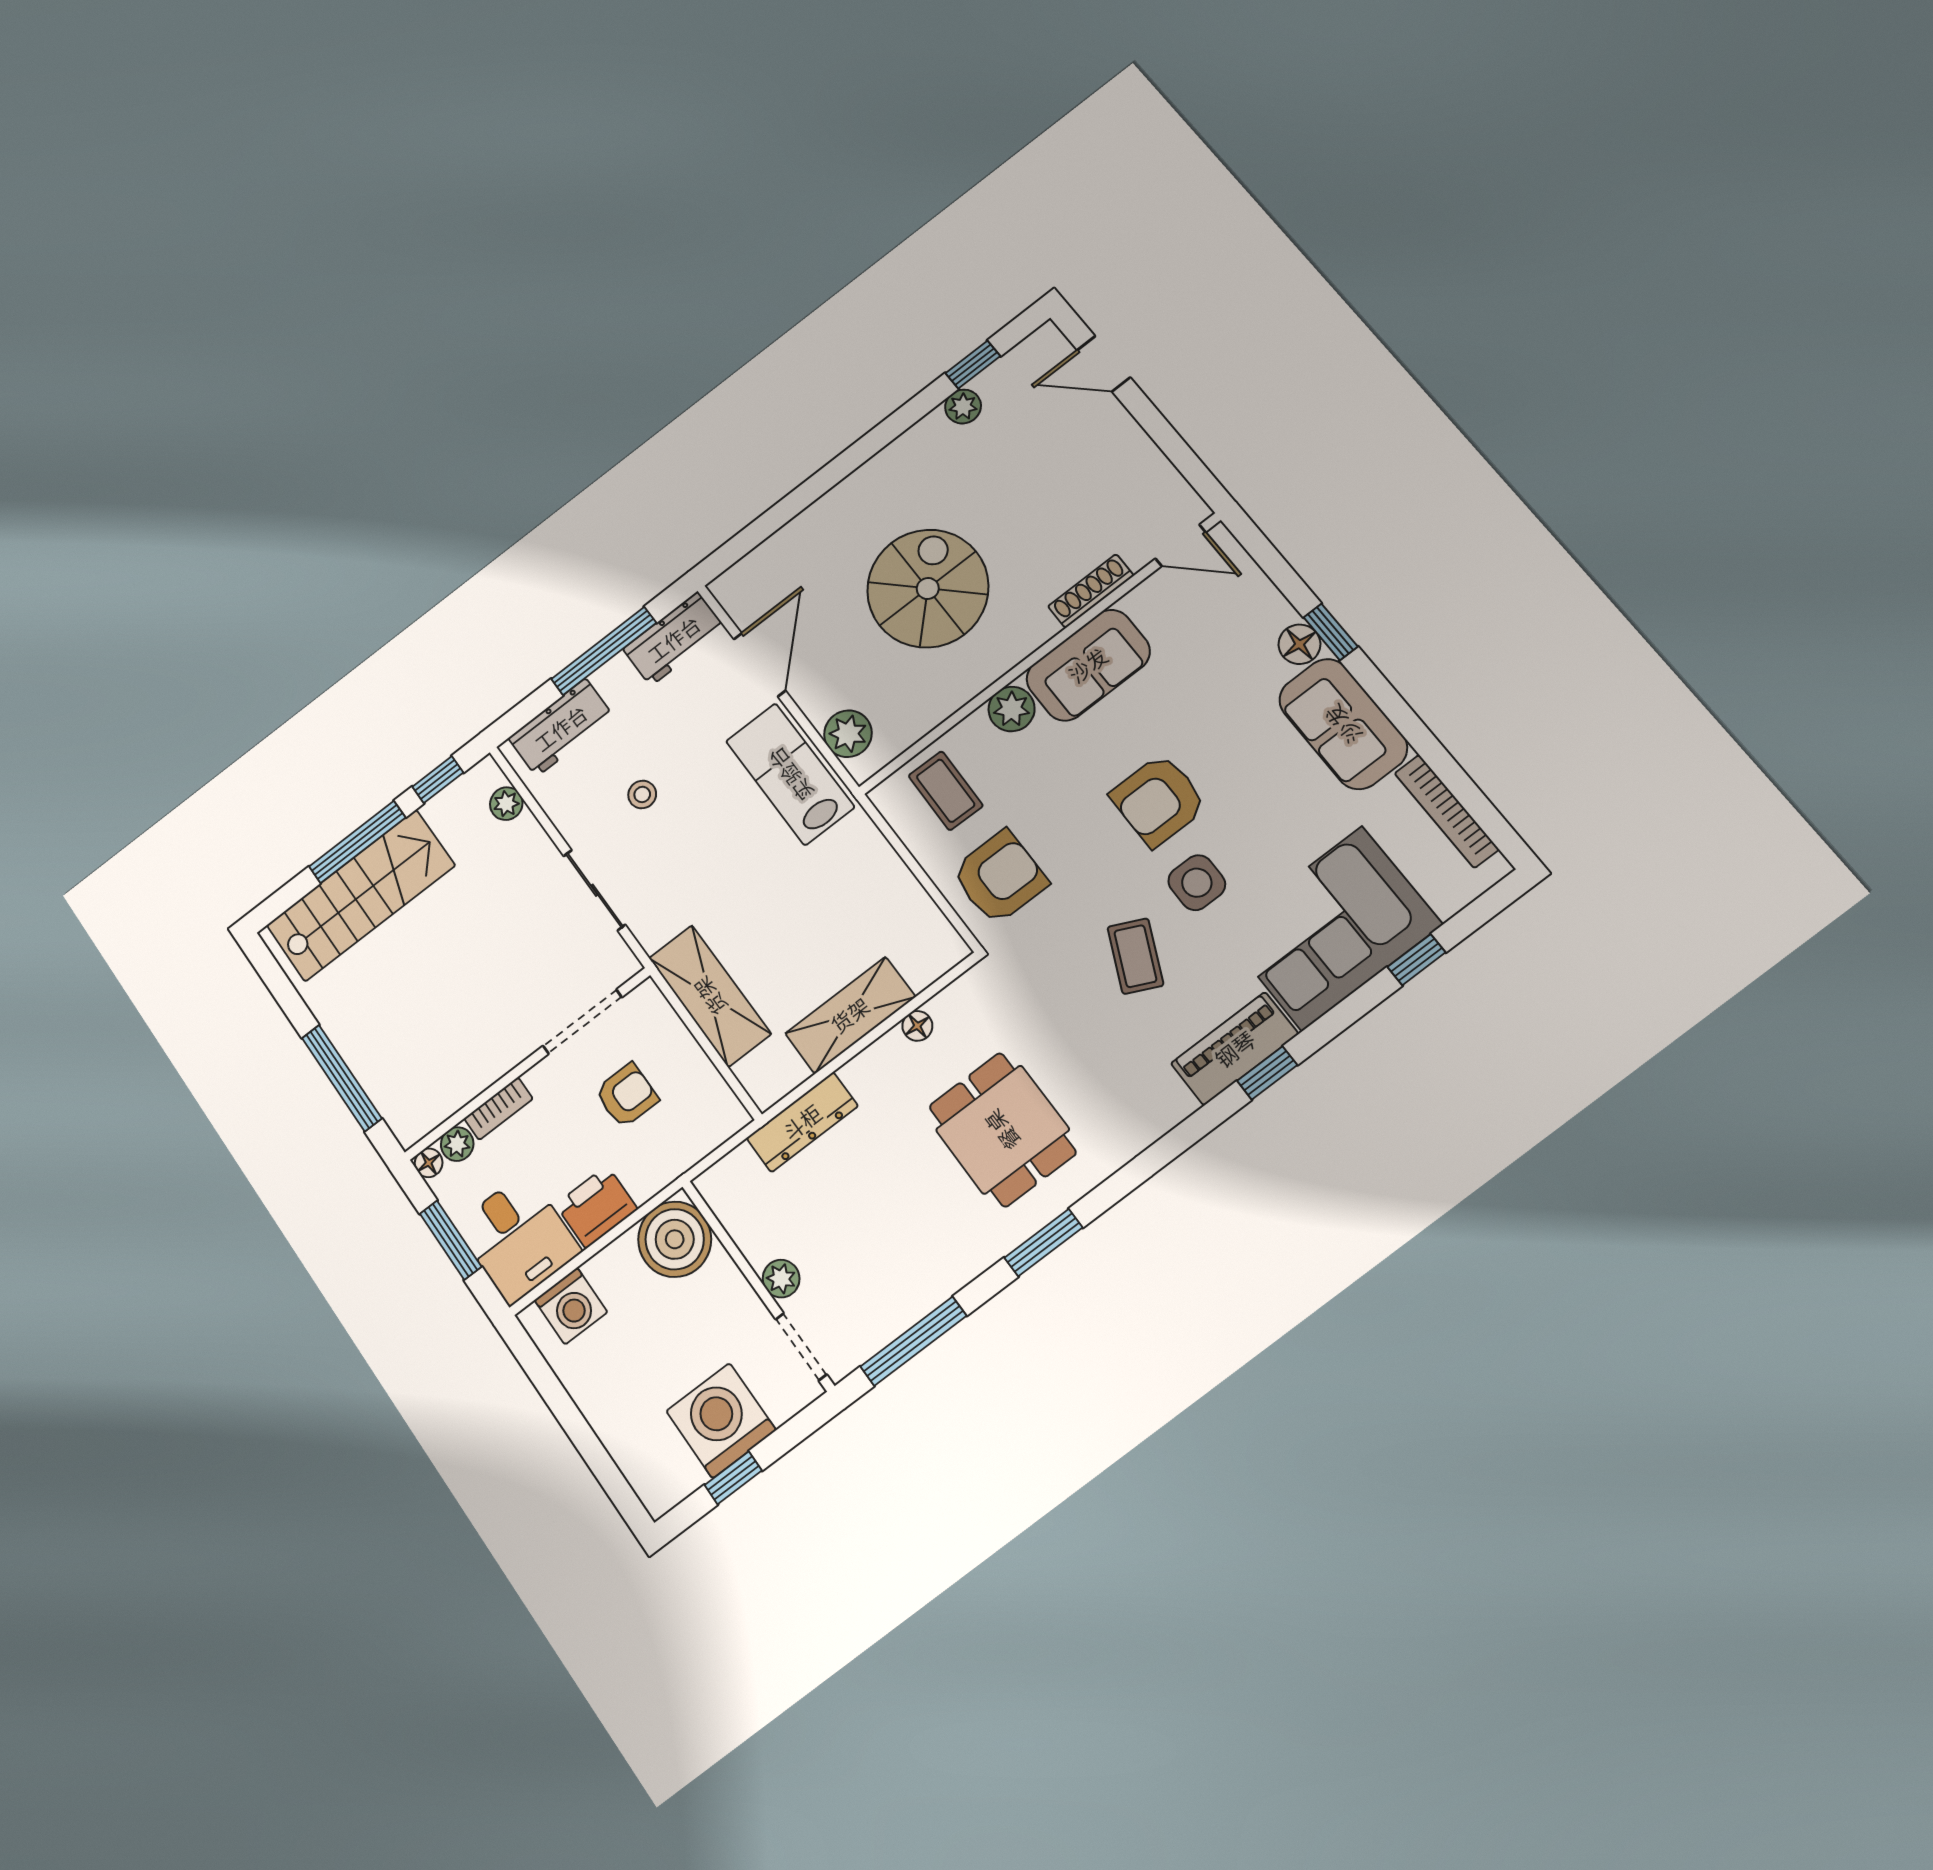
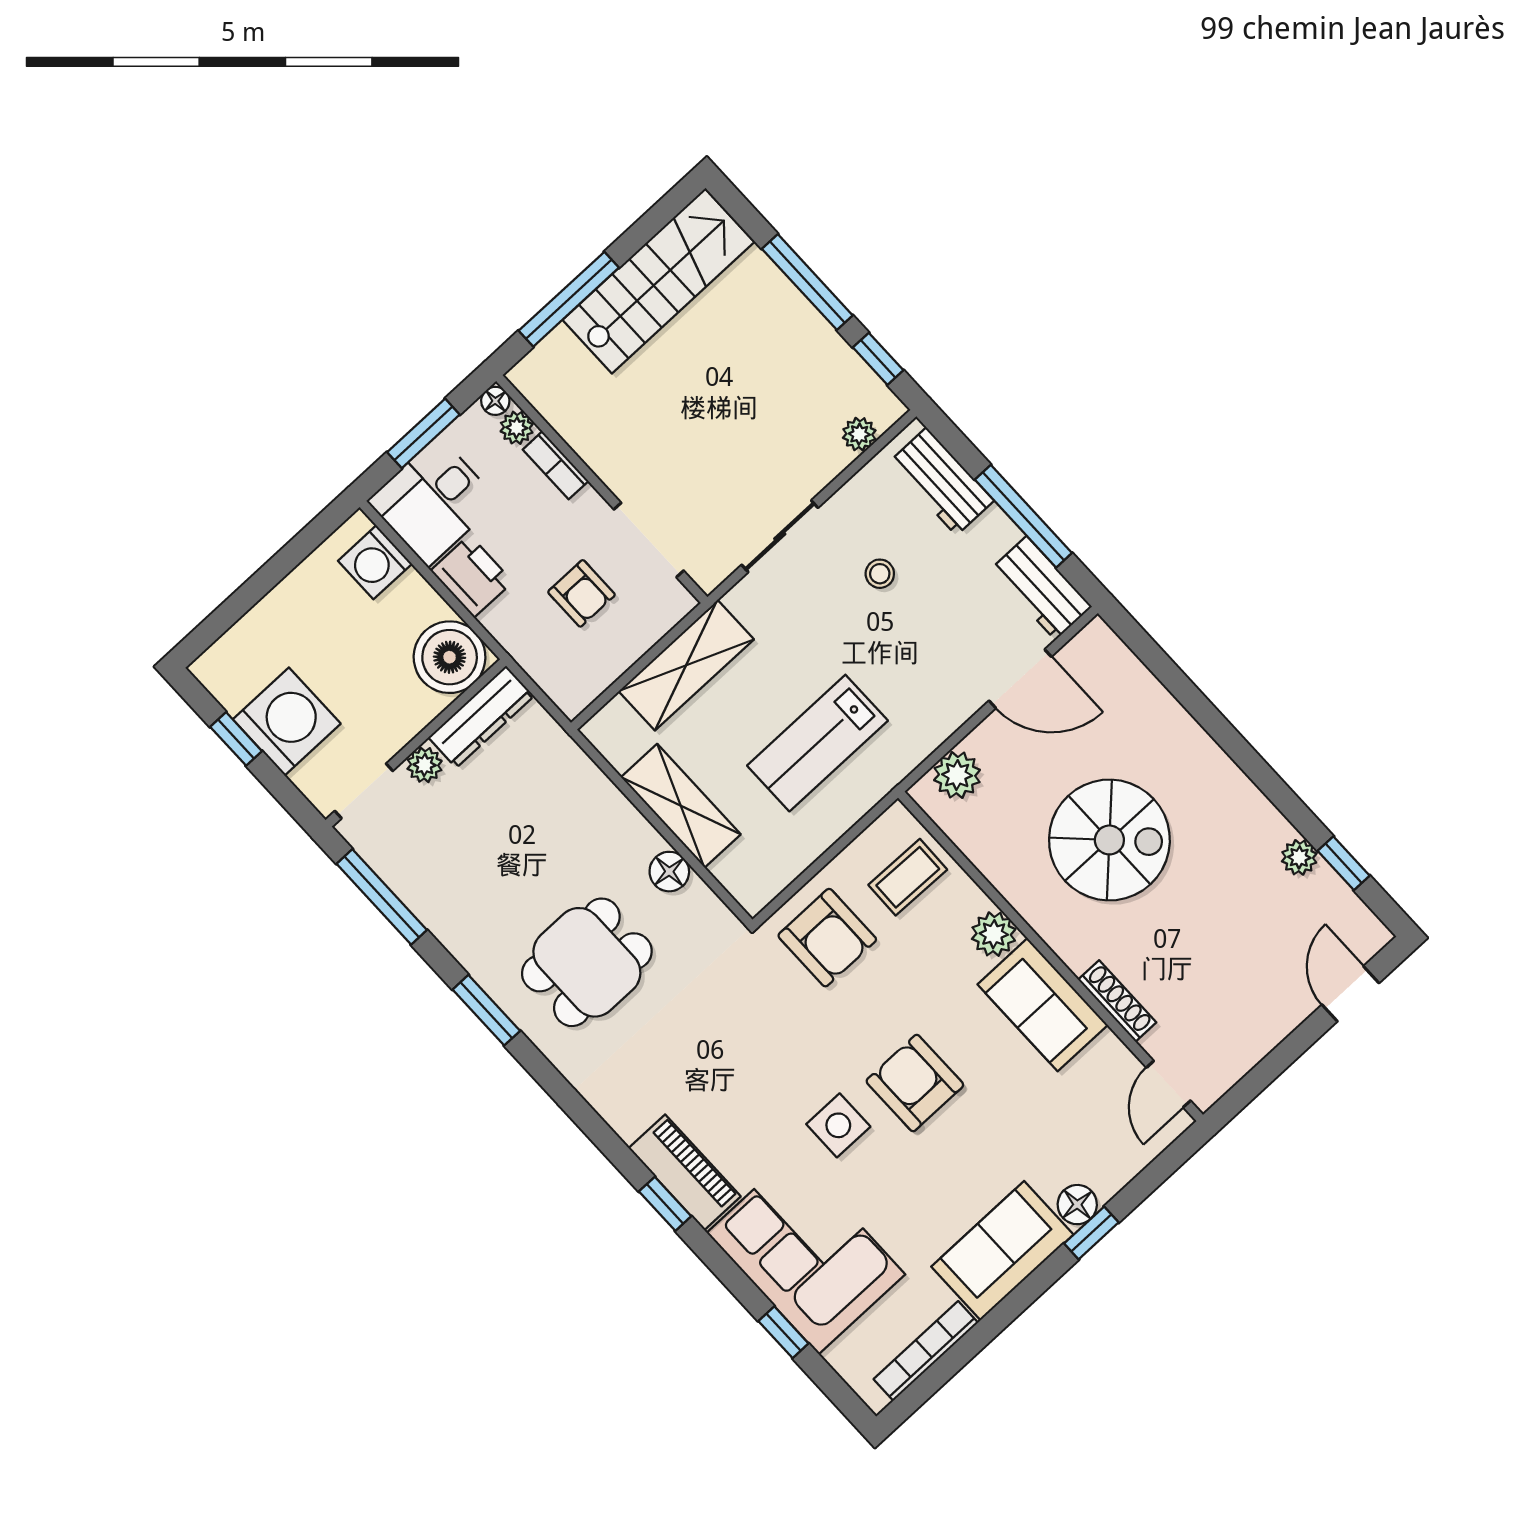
lab bench: (790, 774) -> (817, 743), moved, turned 180
stairs: (361, 895) -> (658, 281), moved, turned -90
coffee table: (1135, 956) -> (763, 1073), removed
floor lamp: (917, 1026) -> (669, 872), width x1.37, depth x1.37
dresser: (802, 1122) -> (481, 717), moved, turned -90

